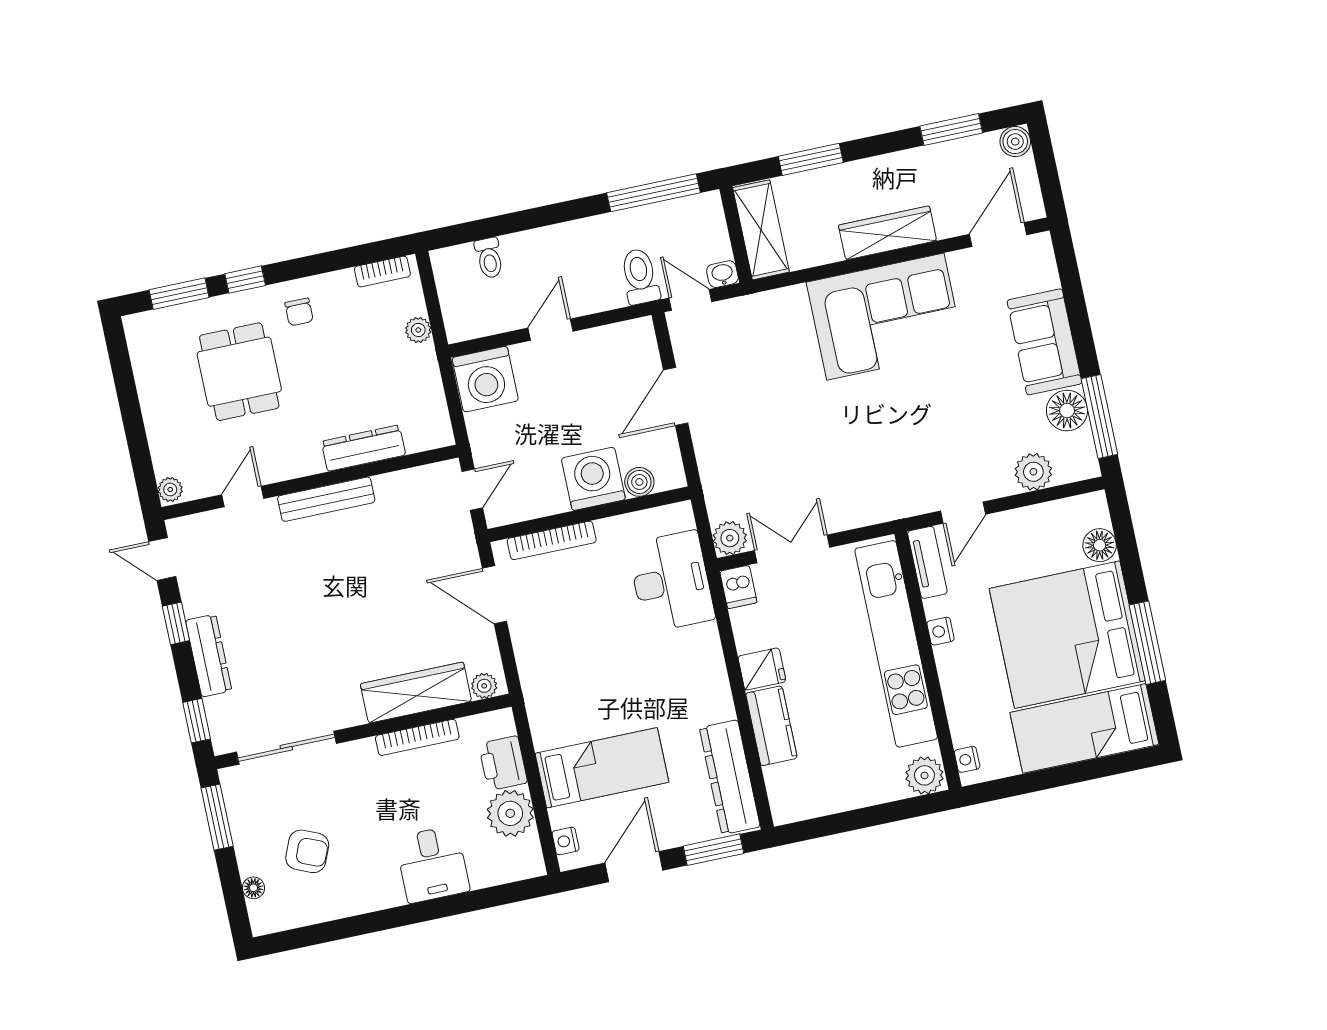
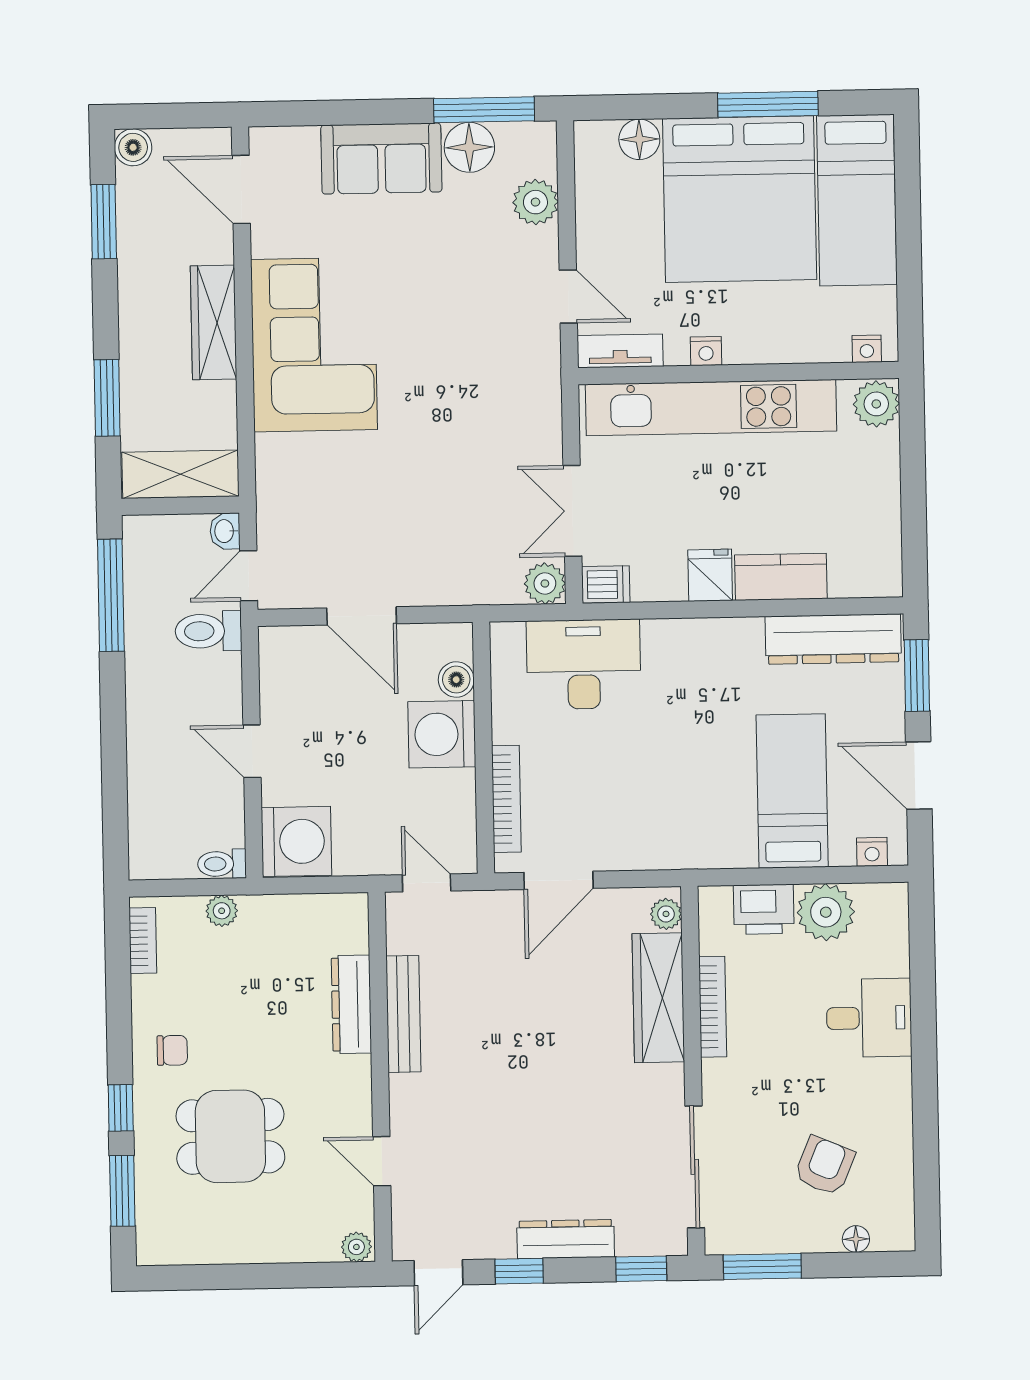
toilet: (489, 258) -> (222, 864), moved, turned 180
bench: (326, 499) -> (403, 1014), moved

